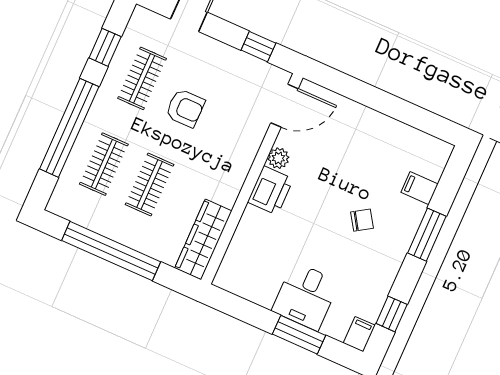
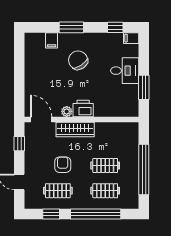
chair: (362, 220) -> (78, 60), width x1.87, depth x1.87
wardrobe: (203, 239) -> (75, 129), moved
window: (299, 335) -> (144, 87), moved

